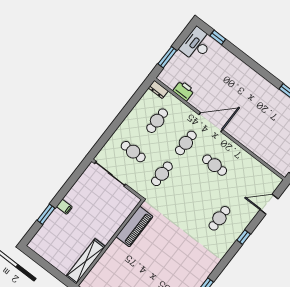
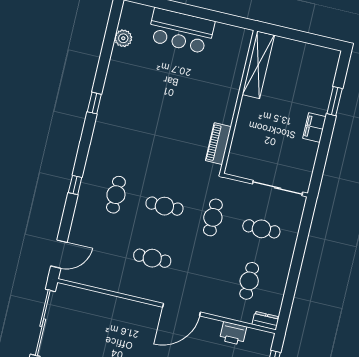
cafe table: (186, 143) -> (164, 206), moved, turned 90
door: (269, 204) -> (59, 254), moved
filing cabinet: (64, 207) -> (314, 127), width x2.00
piano: (134, 227) -> (218, 144), width x0.73, depth x0.75

